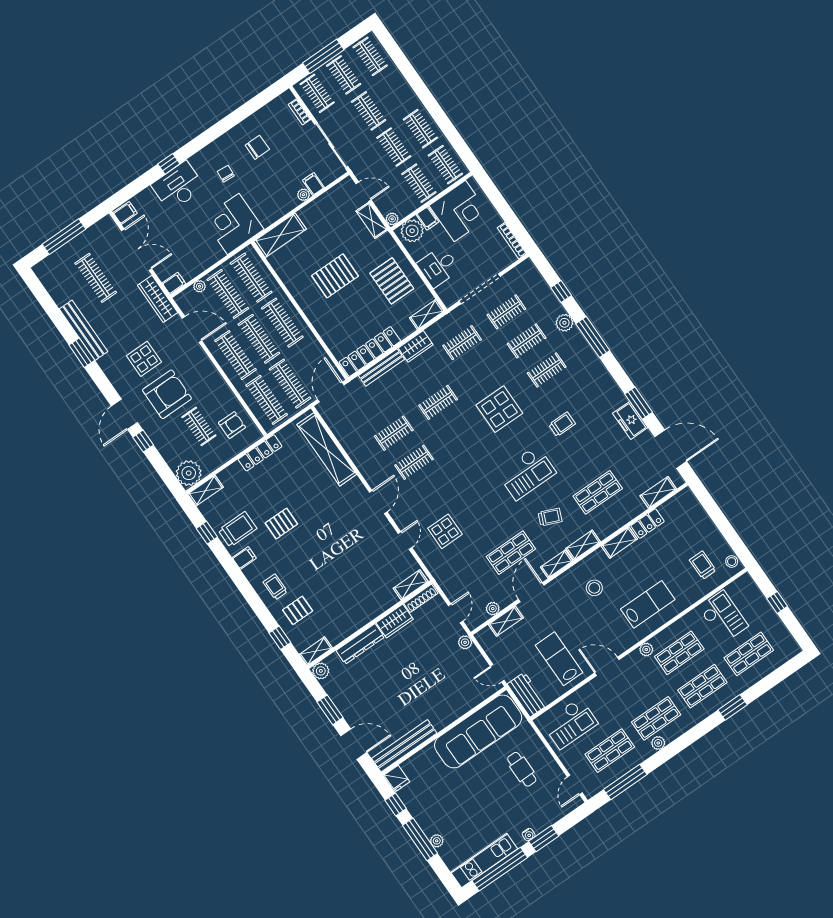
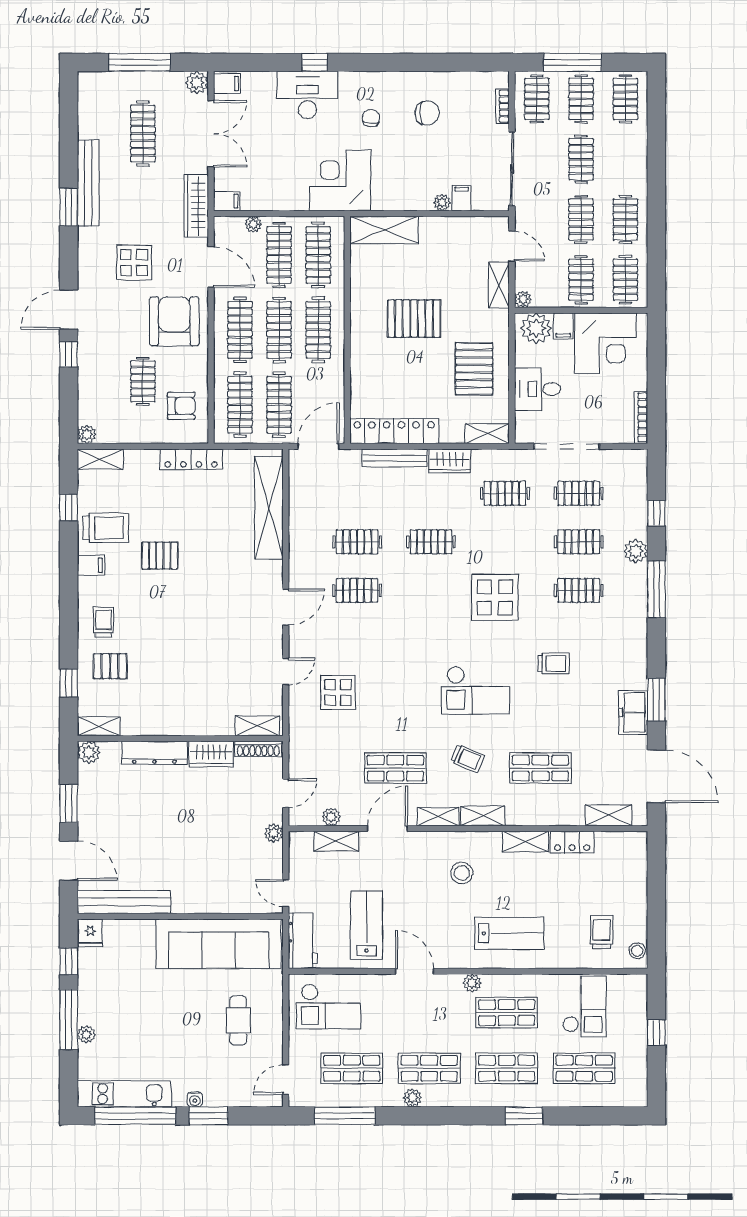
plant: (107, 225) -> (197, 83), added
armchair: (167, 394) -> (174, 321), moved, turned -90
plant: (189, 473) -> (87, 434), width x0.53, depth x0.53

